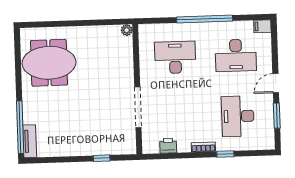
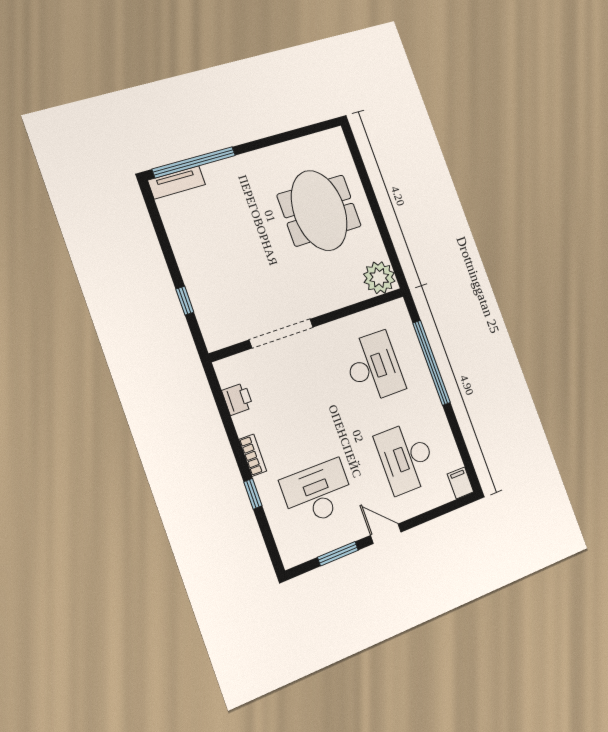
window: (205, 19) -> (431, 363), moved
plant: (127, 30) -> (379, 278), width x1.87, depth x1.87
meeting table: (49, 63) -> (319, 210), moved

